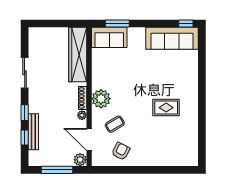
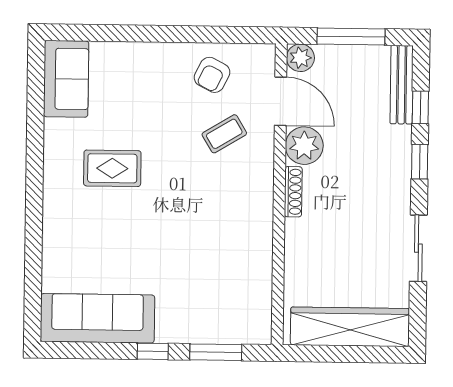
window: (186, 24) -> (153, 351), moved
sofa: (109, 37) -> (66, 79), moved, turned 90
wardrobe: (78, 55) -> (350, 327), moved, turned -90
plant: (101, 99) -> (253, 189), removed
plant: (82, 115) -> (304, 146), width x1.88, depth x1.88
bench: (33, 132) -> (402, 85), moved

